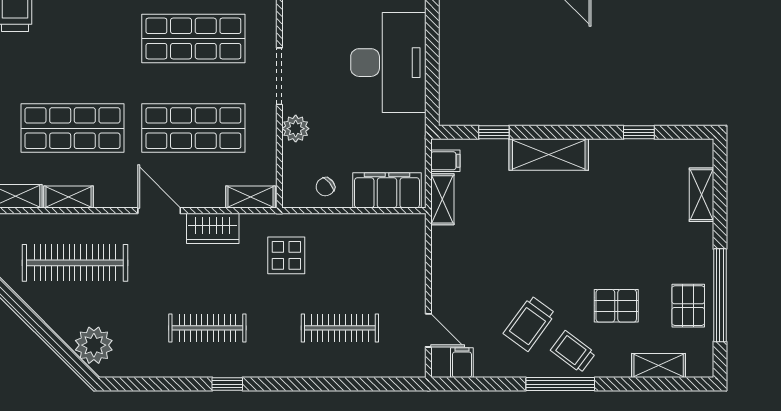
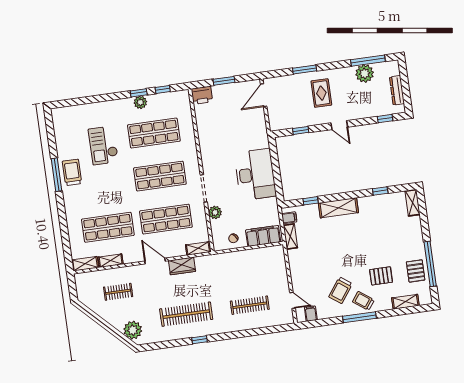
shelving: (701, 195) -> (412, 203), moved
display table: (286, 255) -> (219, 274), removed
clothes rail: (75, 263) -> (118, 292), width x0.54, depth x0.76
clothes rail: (207, 328) -> (186, 314), width x1.37, depth x1.31

